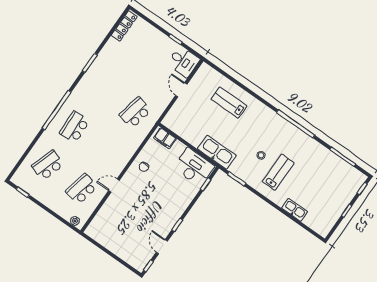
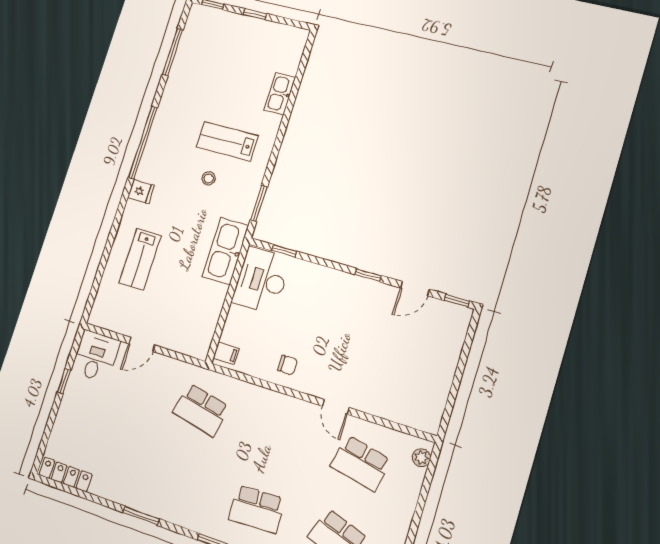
fridge: (268, 114) -> (141, 191), added
filing cabinet: (165, 138) -> (226, 353), width x0.50

